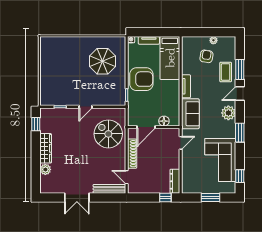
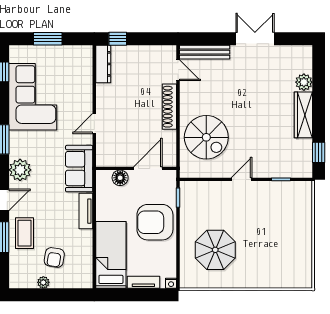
floor lamp: (164, 121) -> (120, 178), moved
door: (146, 127) -> (148, 168), moved
wall: (154, 127) -> (136, 168), moved

